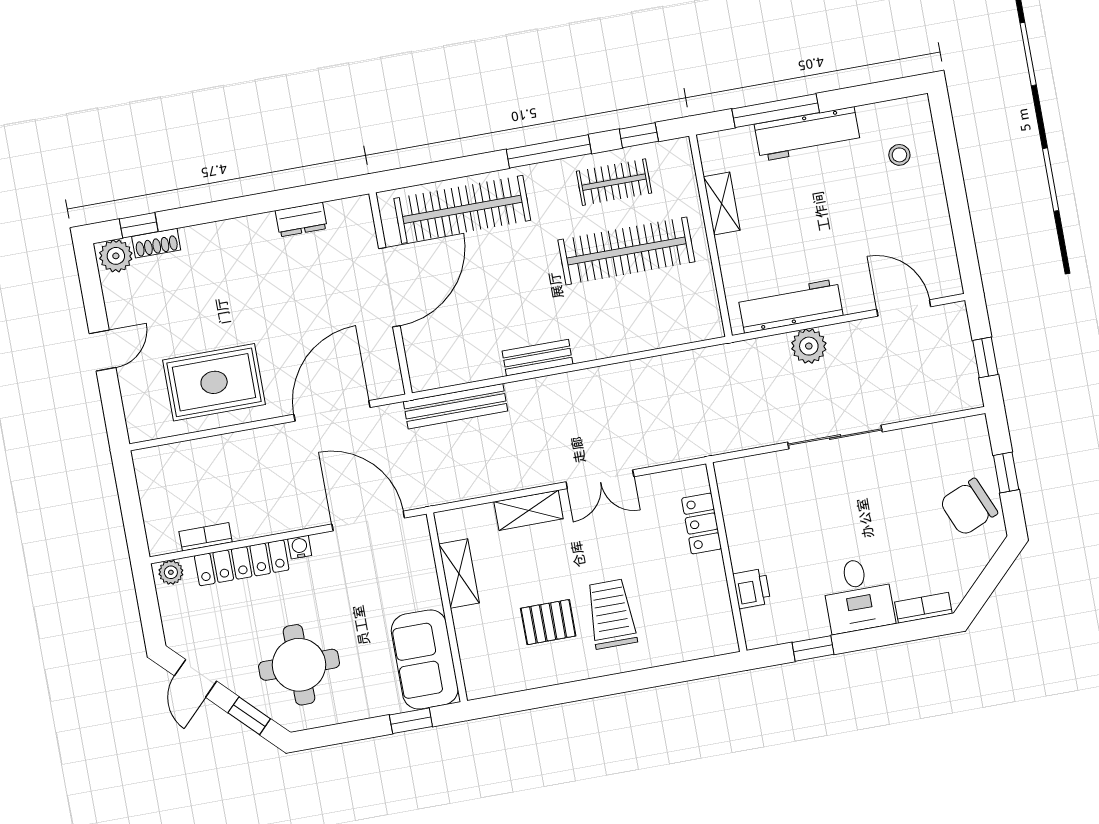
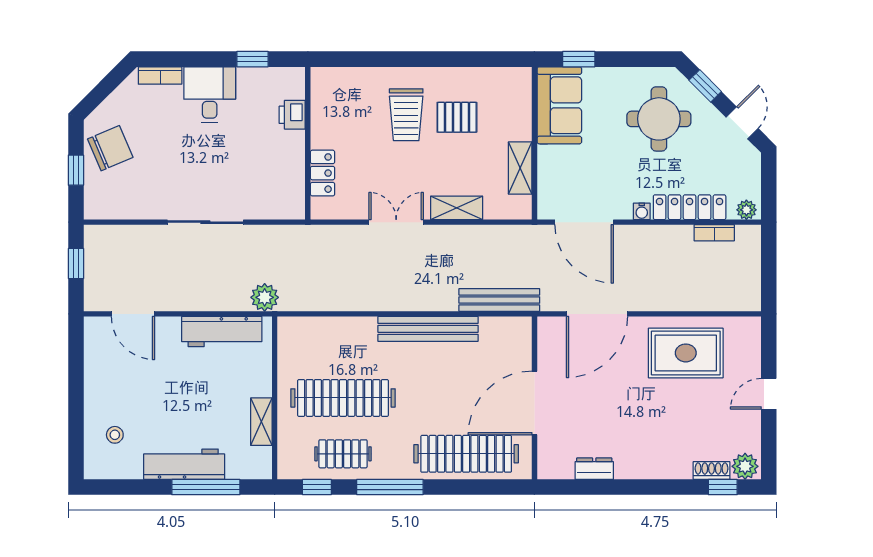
plant: (809, 346) -> (265, 297), moved
bench: (537, 358) -> (428, 329), width x1.86, depth x1.21

